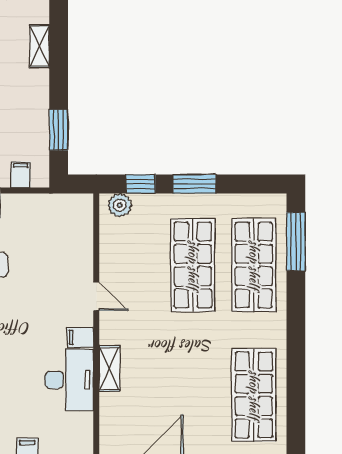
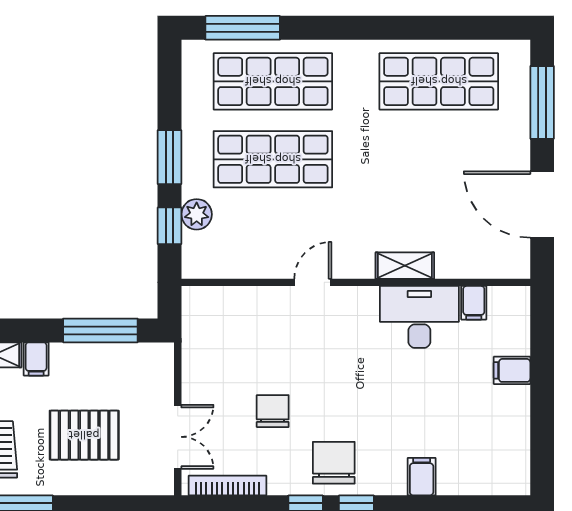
window: (59, 130) -> (100, 330), width x1.44
filing cabinet: (21, 175) -> (36, 359), moved, turned -90
plant: (120, 205) -> (197, 214), moved
filing cabinet: (80, 337) -> (474, 303), moved

